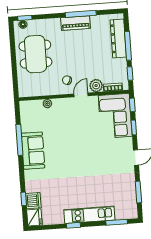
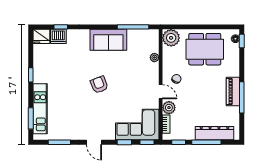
plant: (27, 88) -> (171, 38), added
window: (19, 140) -> (133, 27), moved
armchair: (78, 157) -> (99, 85), added
kitchen unit: (89, 215) -> (40, 109), moved

